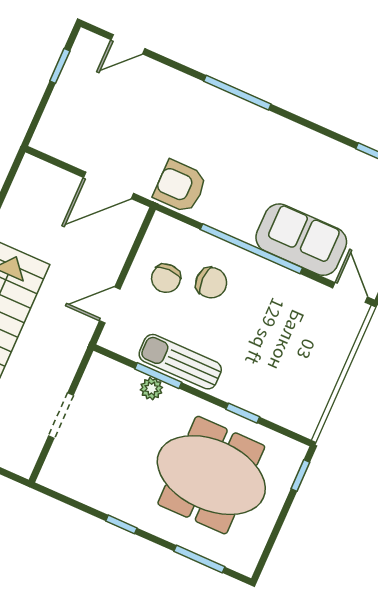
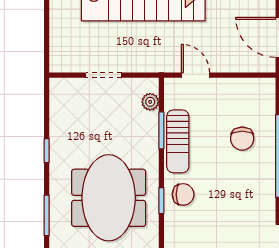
chair: (166, 278) -> (183, 194), moved, turned 180
sun lounger: (180, 362) -> (178, 141), turned 180
plant: (151, 389) -> (150, 102), moved

